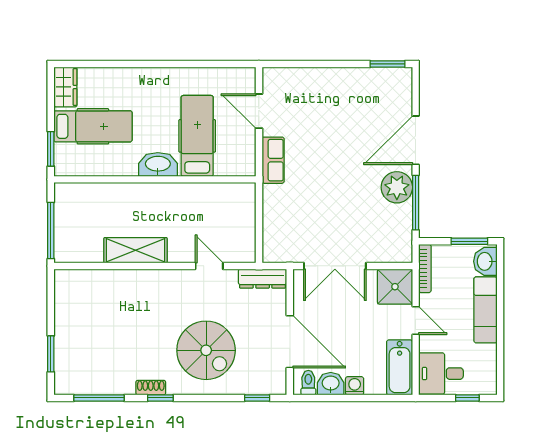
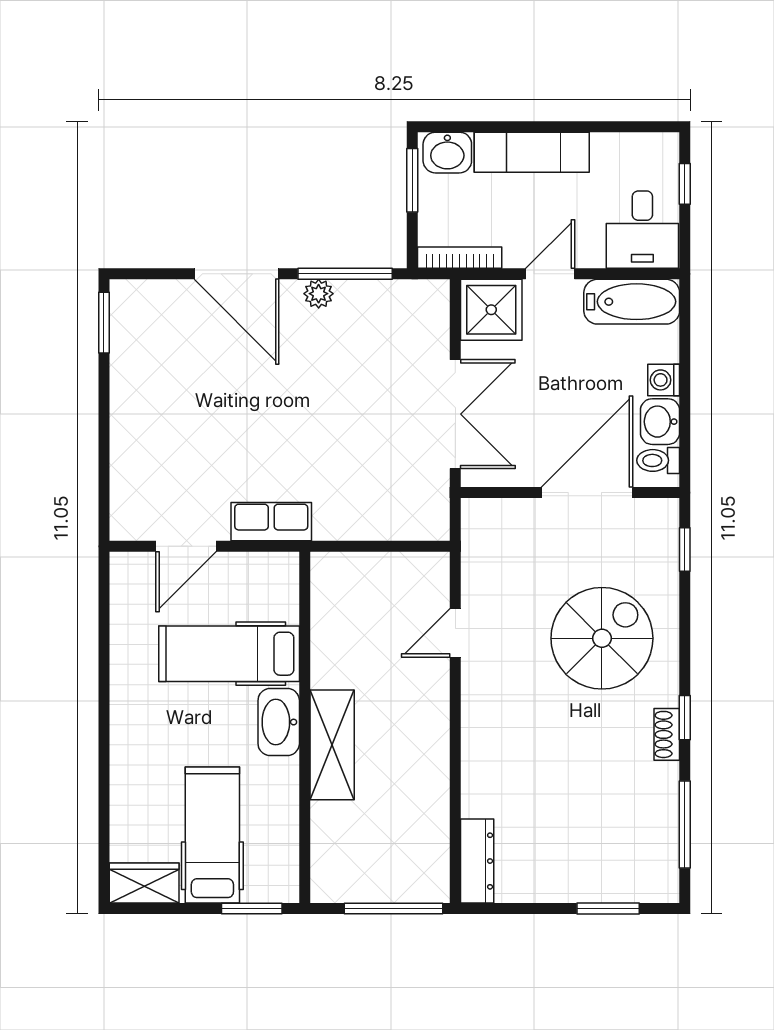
plant: (397, 187) -> (319, 294), width x0.53, depth x0.53
shelving: (136, 250) -> (332, 745), moved
dresser: (263, 279) -> (477, 861), moved

